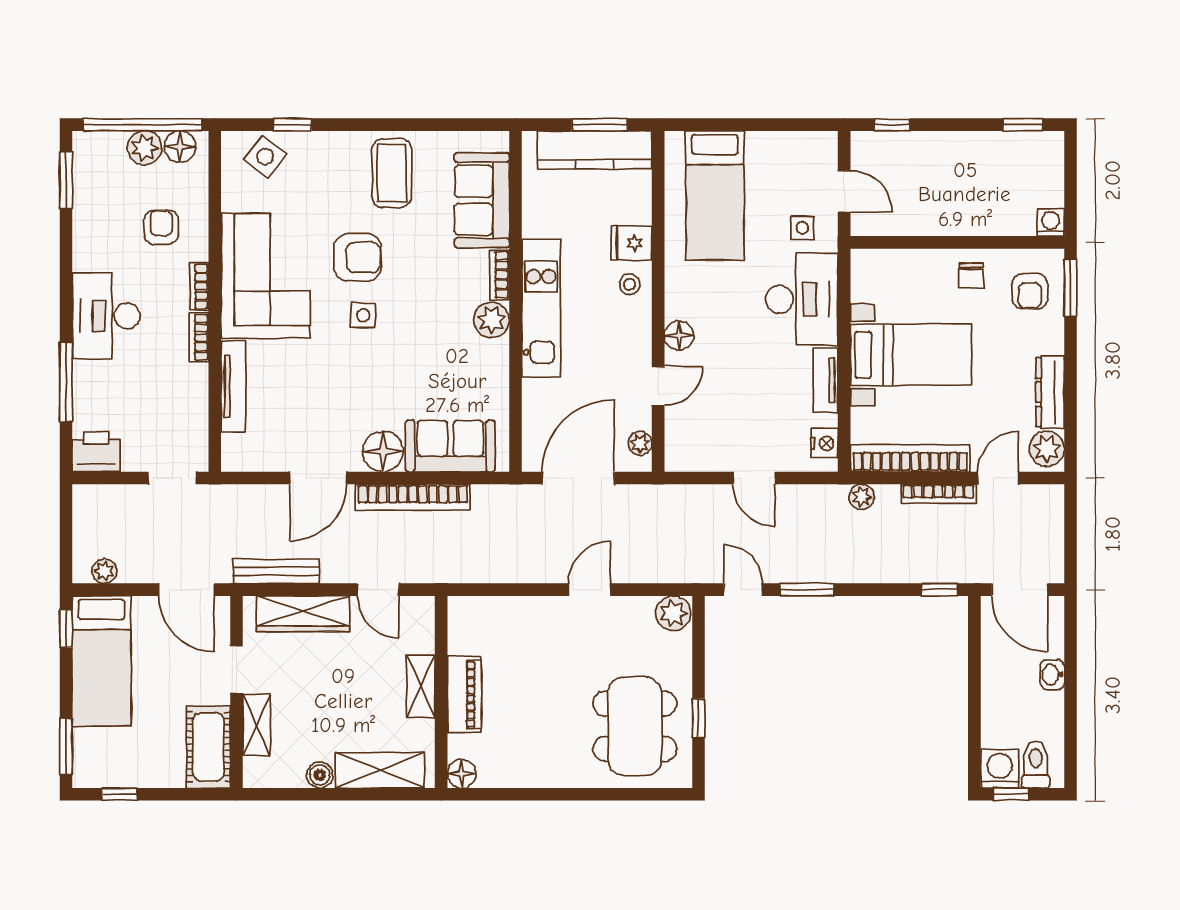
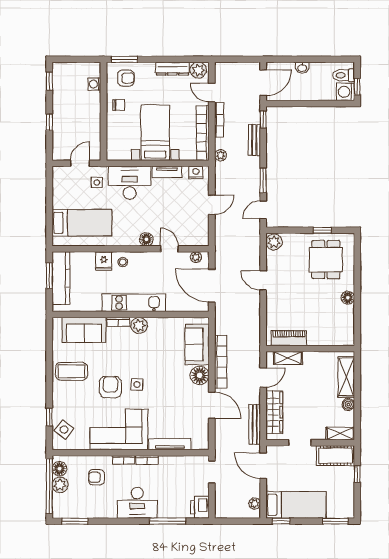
window: (892, 125) -> (49, 122), moved
washing machine: (1051, 223) -> (94, 84), moved
bench: (895, 571) -> (254, 140), added
door: (187, 590) -> (263, 466), swing flipped
shelving: (421, 686) -> (288, 358), moved
piano: (464, 694) -> (289, 338), moved
shelving: (257, 725) -> (340, 434), moved
dining table: (635, 726) -> (326, 260), width x0.73
floor lamp: (462, 774) -> (348, 298), moved
window: (120, 794) -> (357, 474), moved

